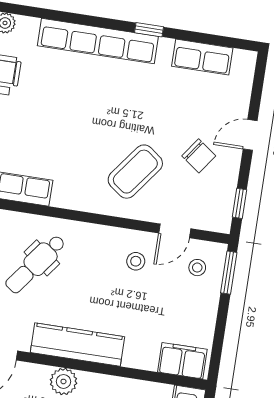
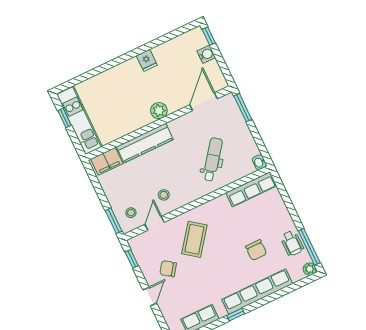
chair: (61, 99) -> (256, 250), added
kitchen counter: (77, 345) -> (145, 143), moved

